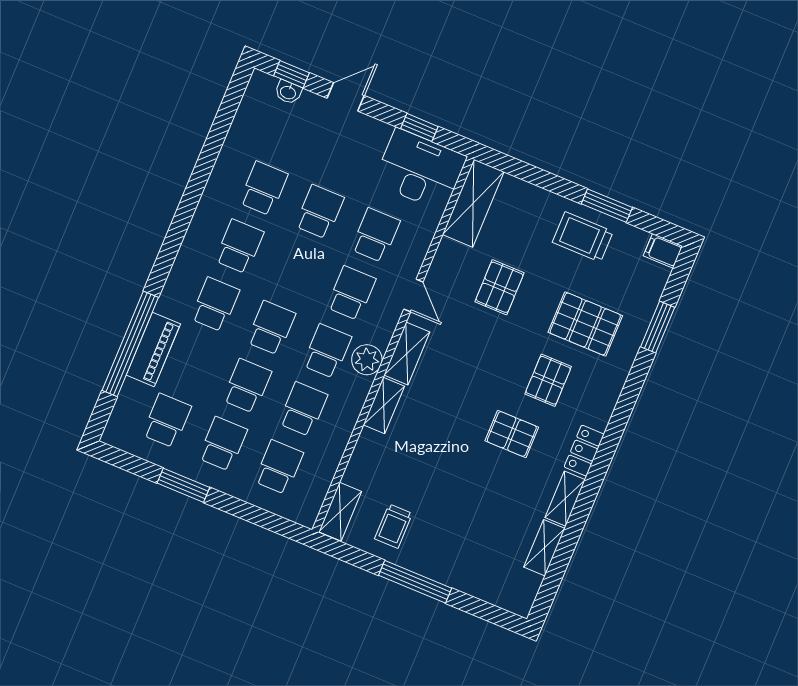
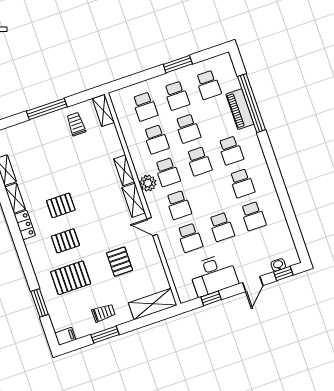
desk: (420, 170) -> (213, 275), moved
shelving: (473, 203) -> (153, 304), moved, turned 90
trolley: (583, 237) -> (104, 313), width x0.73, depth x0.72
pallet: (548, 380) -> (65, 241), turned 90

